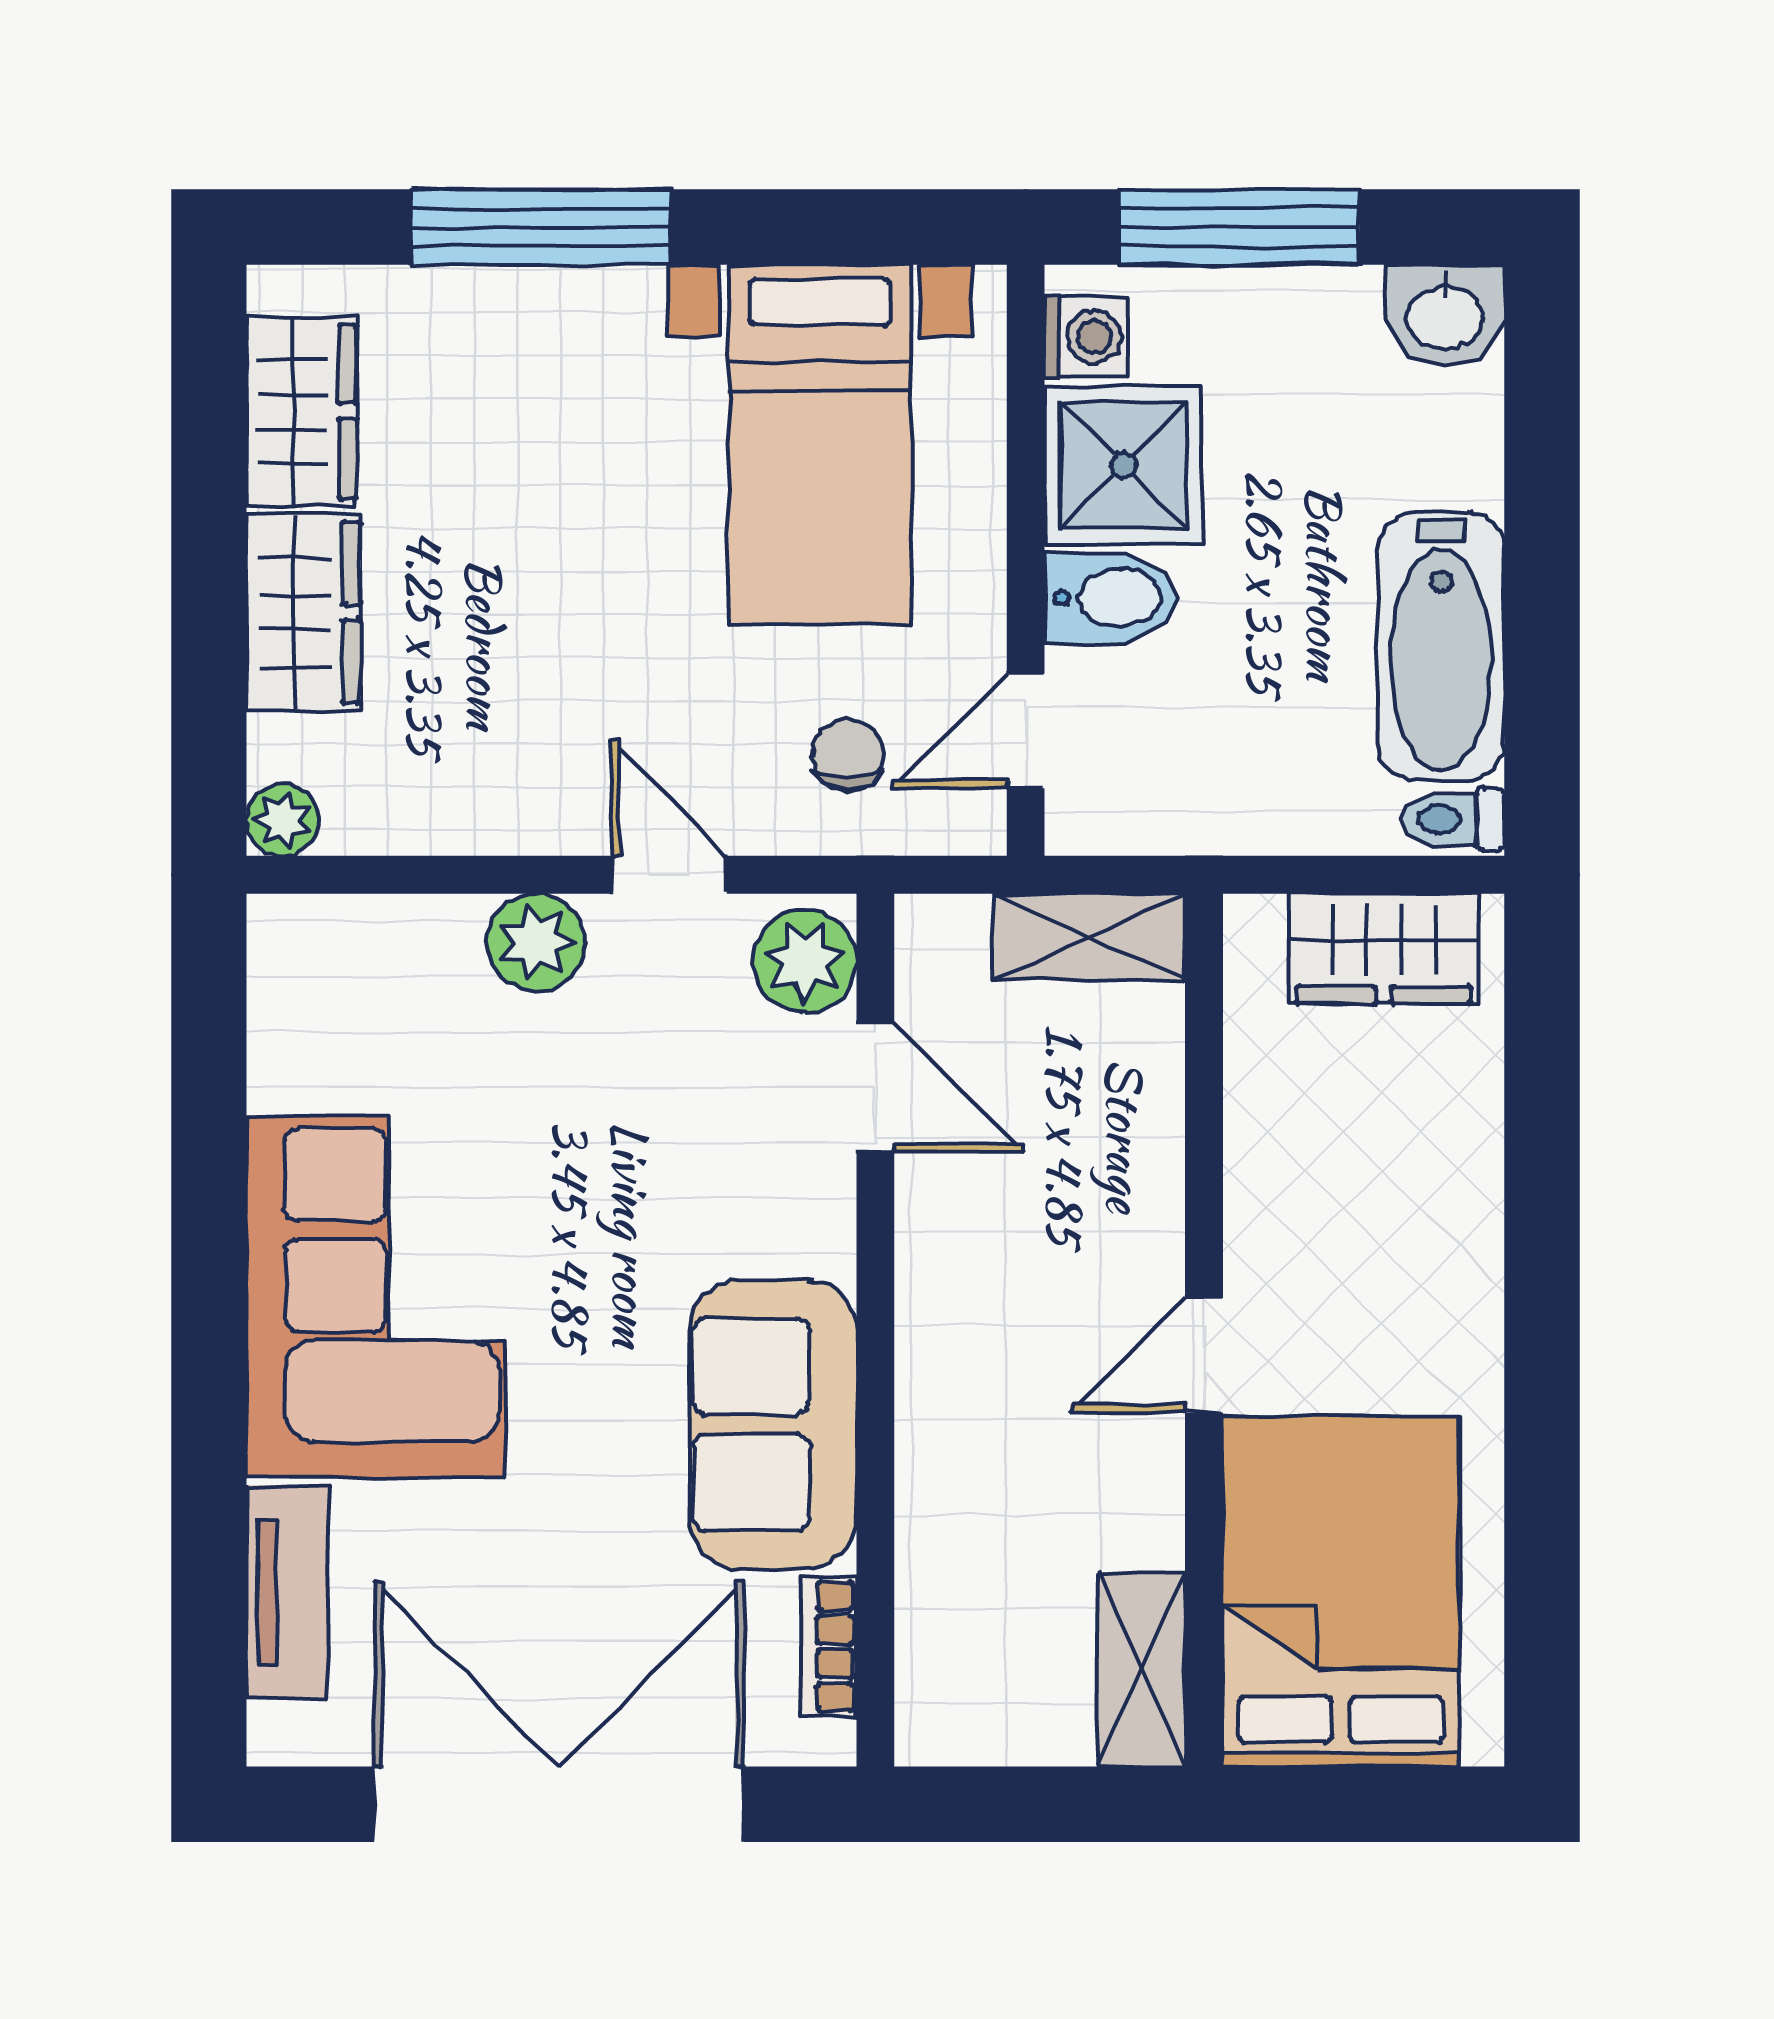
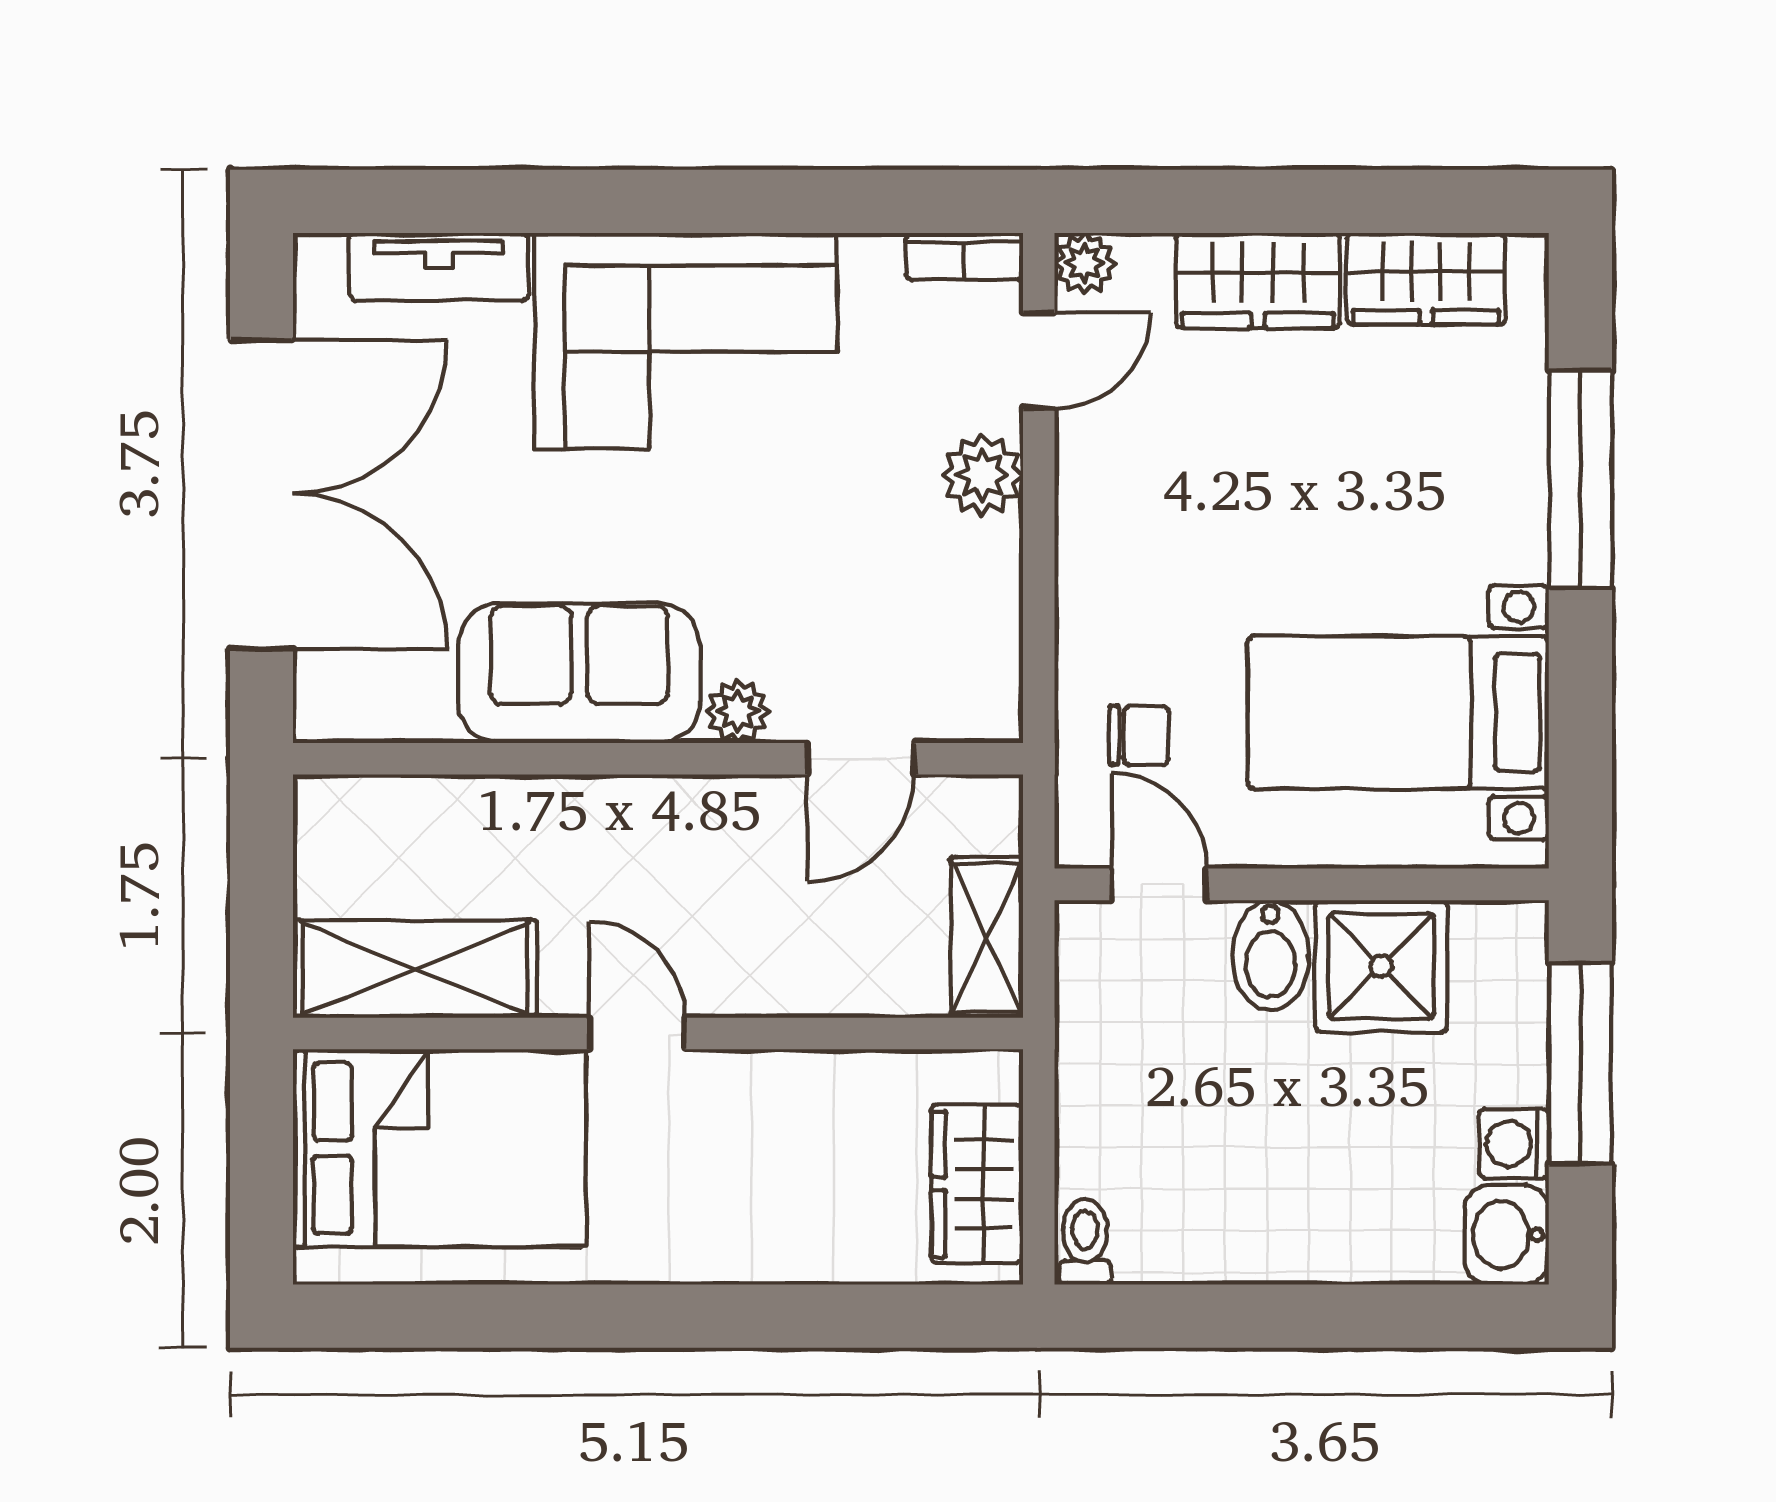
washing machine: (1086, 337) -> (1514, 1144), moved, turned 90
bathtub: (1441, 646) -> (1230, 1232), removed
door: (669, 875) -> (1039, 361), moved
plant: (805, 961) -> (738, 712), moved, width x0.73, depth x0.73
bookcase: (829, 1647) -> (964, 256), moved, turned 180
shelving: (1141, 1669) -> (415, 969), width x1.50, depth x1.33

